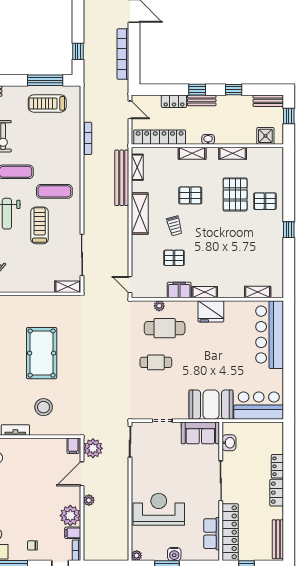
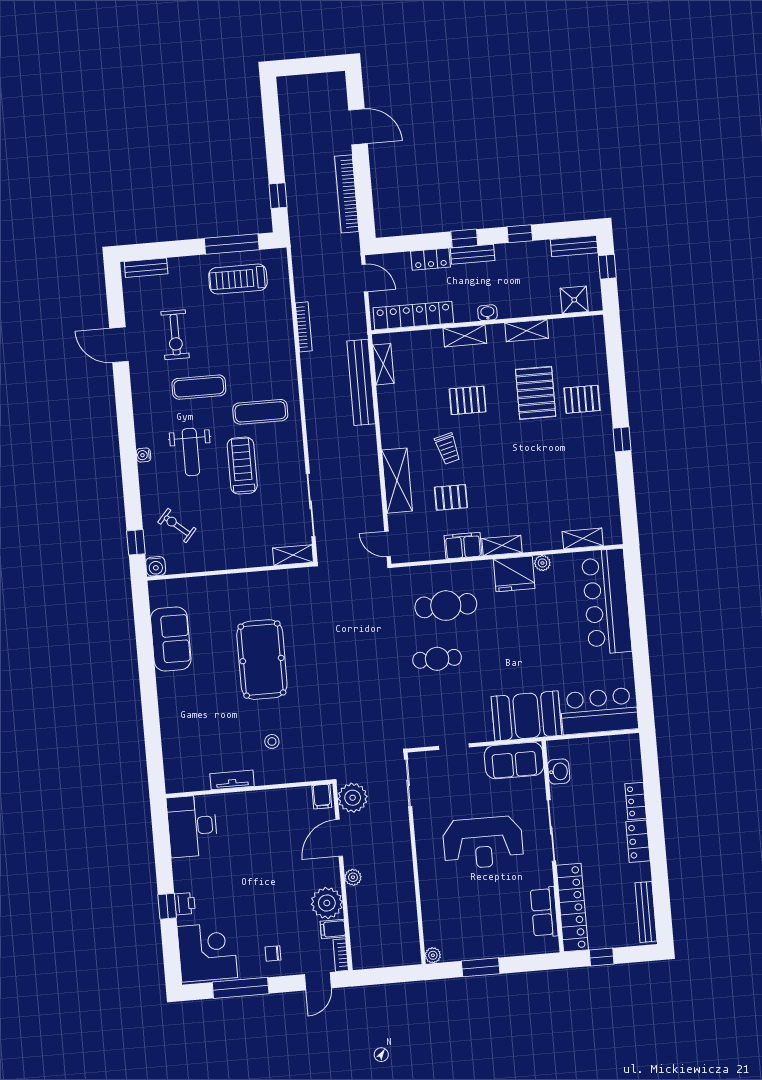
shelving: (140, 214) -> (397, 481), moved
plant: (159, 306) -> (542, 563), moved
stool: (44, 407) -> (272, 741), width x0.53, depth x0.53
reception desk: (159, 509) -> (483, 843), moved, turned 180
water cooler: (174, 554) -> (490, 948), removed

